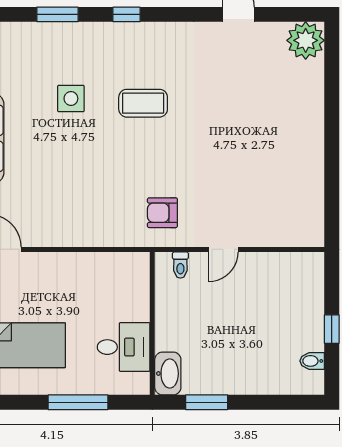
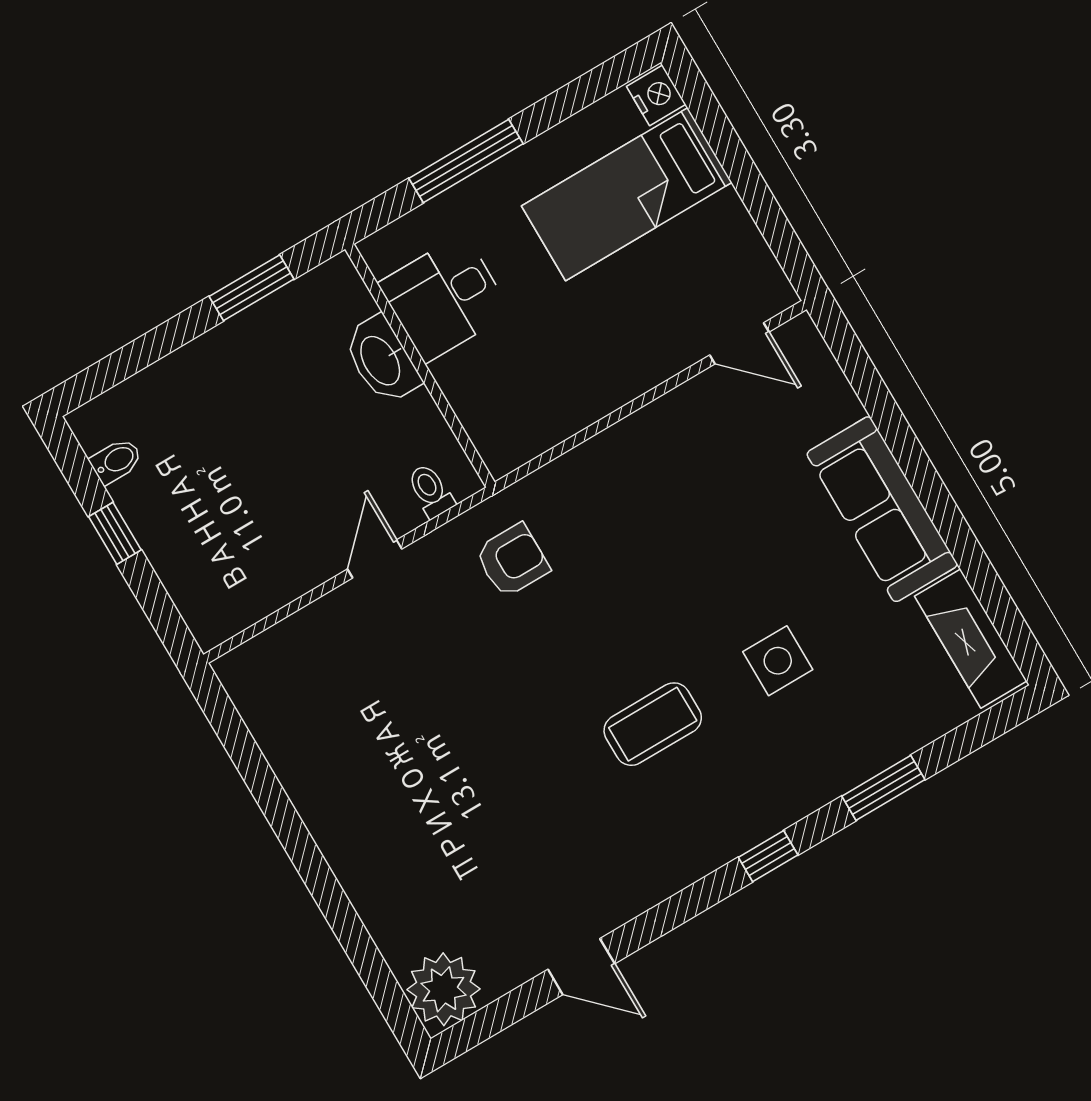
washbasin: (168, 374) -> (382, 360), moved

